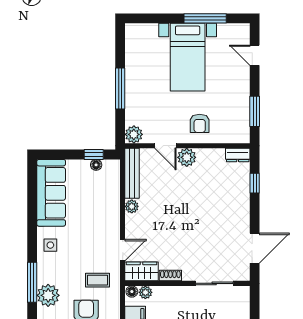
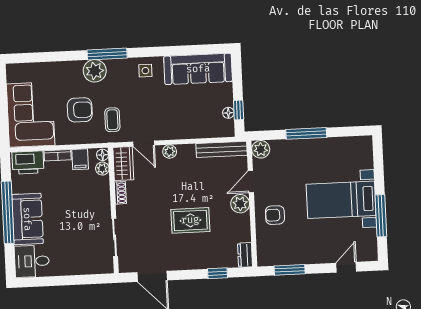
plant: (132, 206) -> (170, 152), moved
rug: (201, 207) -> (190, 220), added

